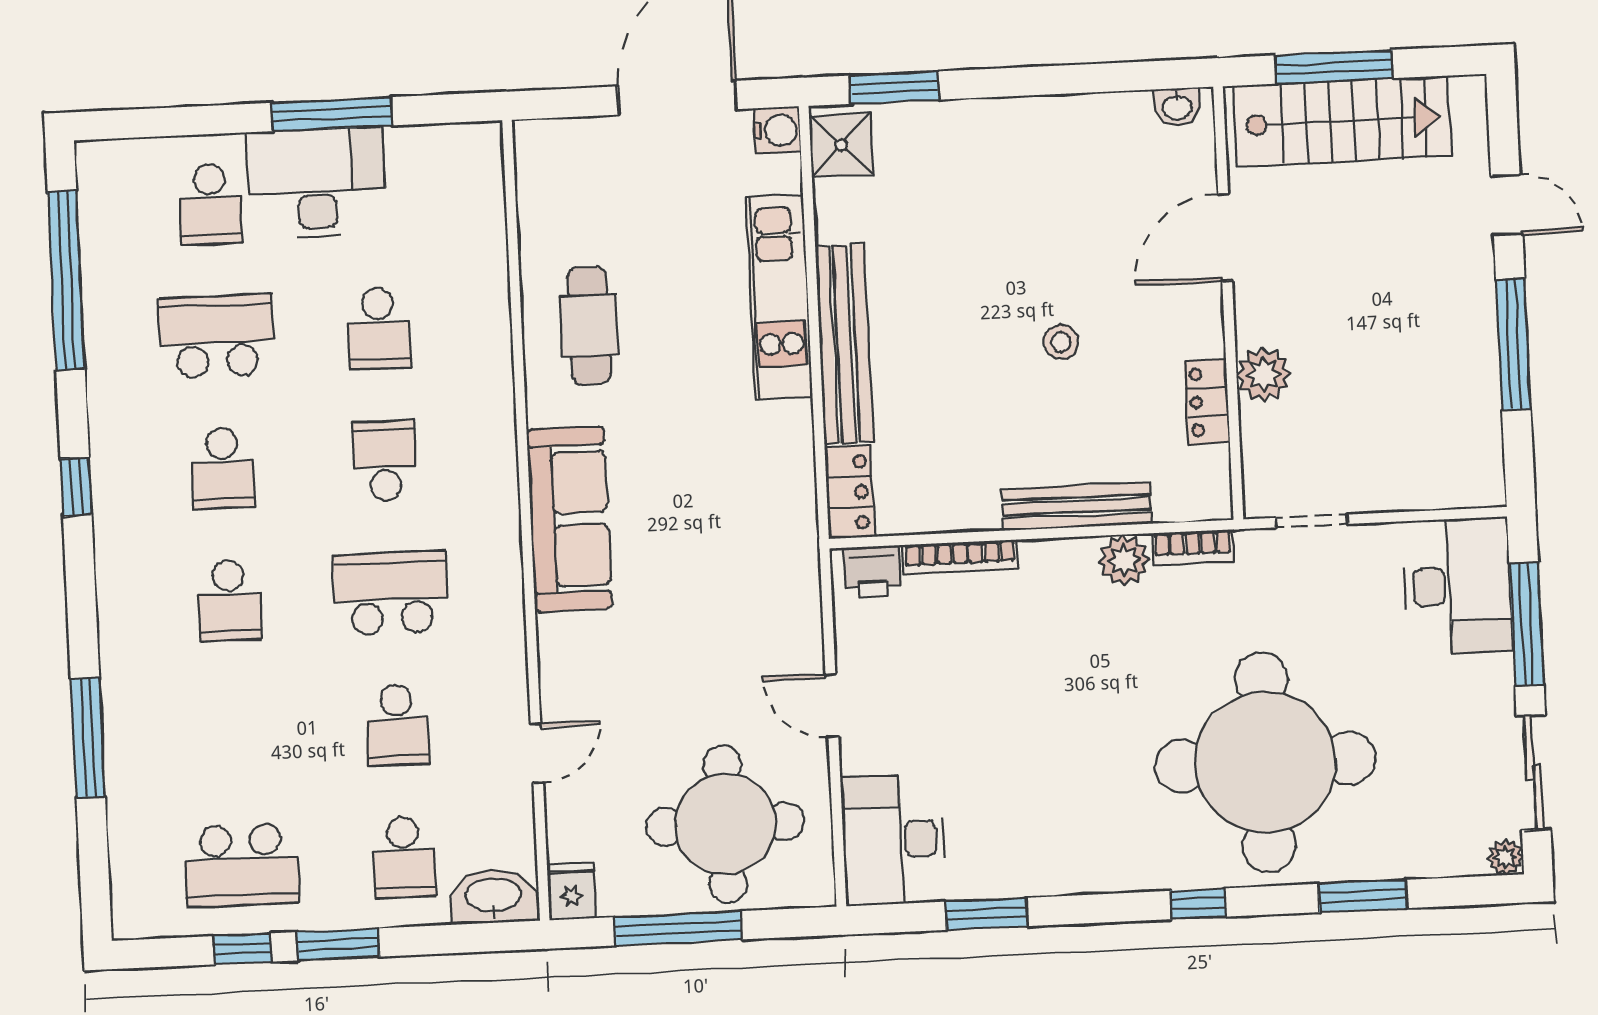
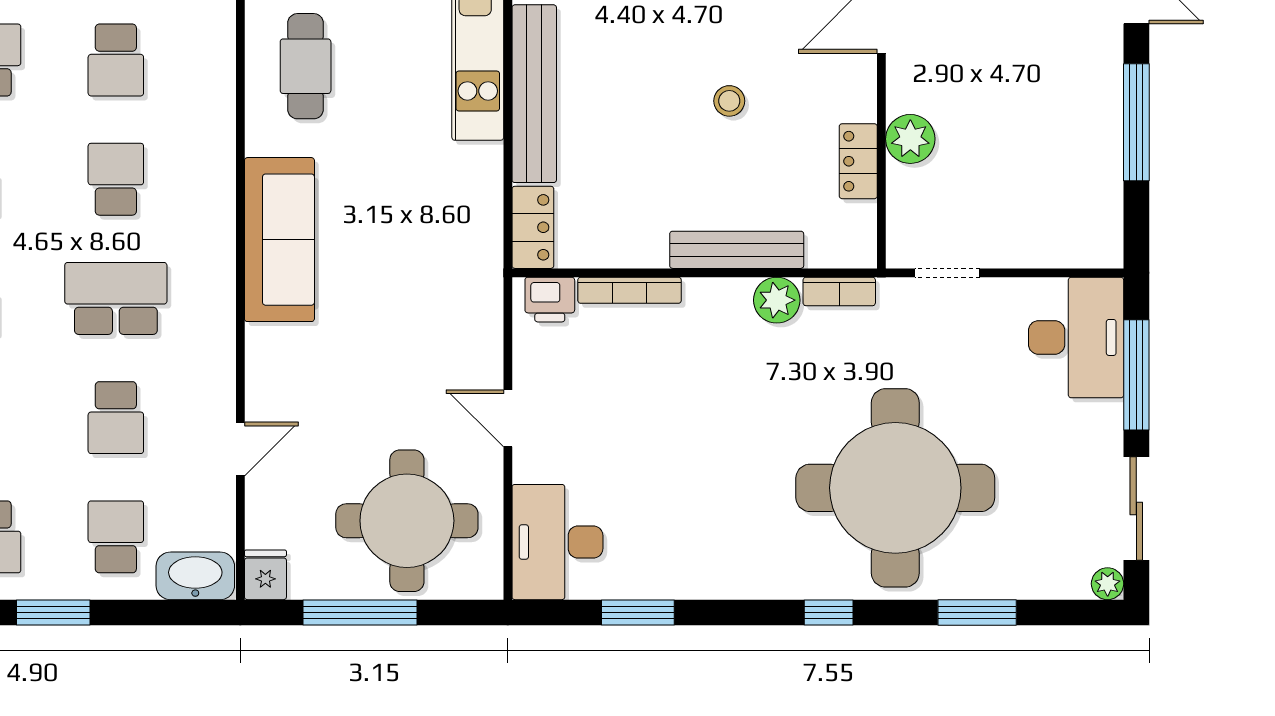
school desk: (404, 857) -> (116, 537), turned 180

